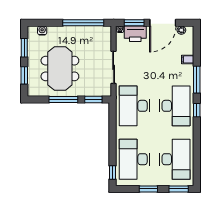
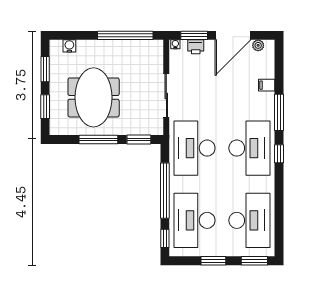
printer: (135, 34) -> (196, 47), width x0.53, depth x0.68
window: (113, 137) -> (165, 191), added

